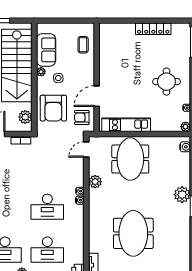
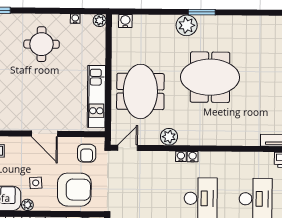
door: (97, 96) -> (44, 134), moved
door: (86, 150) -> (128, 148), swing flipped
meeting table: (130, 159) -> (140, 91), turned 90
meeting table: (133, 233) -> (210, 77), moved

